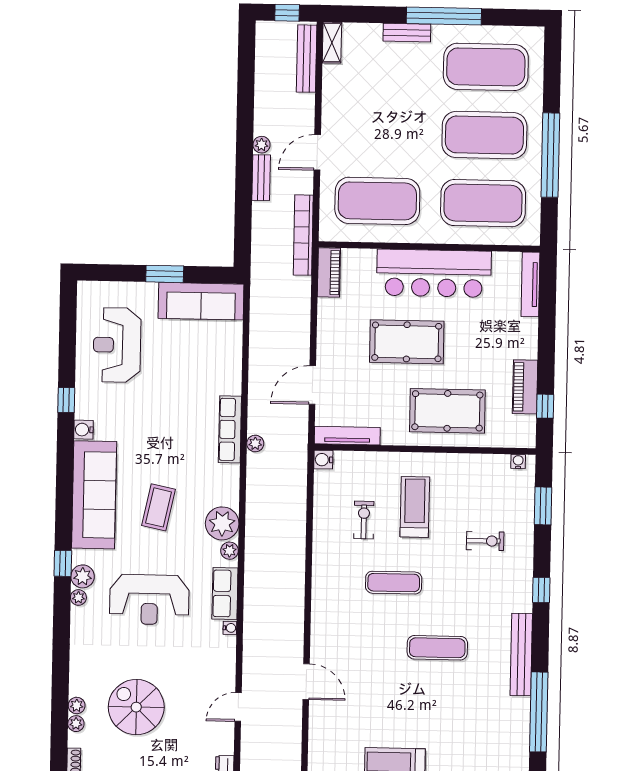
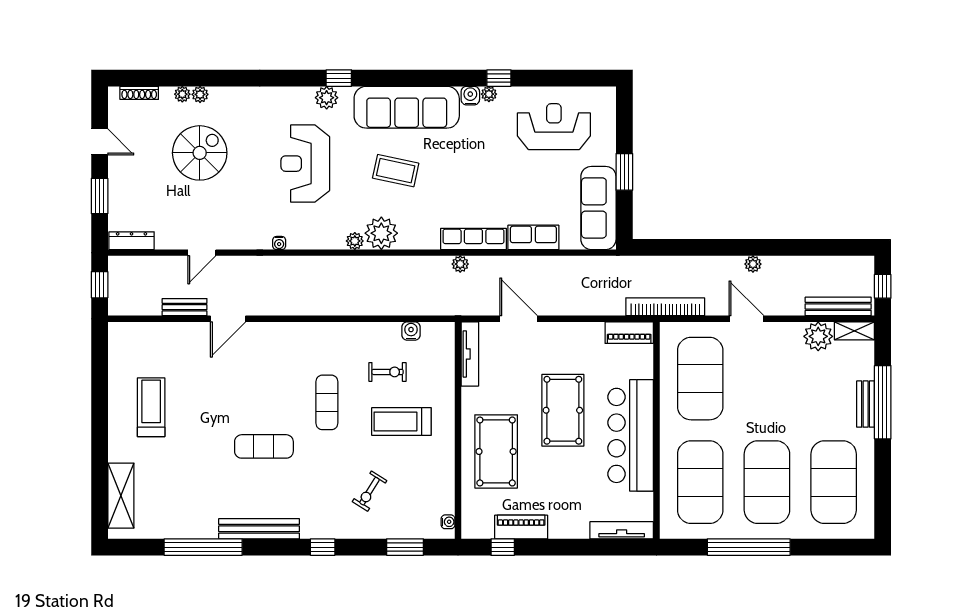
window: (444, 16) -> (883, 402), moved
plant: (337, 80) -> (818, 336), added
bench: (261, 178) -> (185, 307), moved
water cooler: (323, 460) -> (411, 331), moved
treadmill: (415, 507) -> (401, 422), turned 180
exercise bike: (485, 541) -> (370, 491), turned 32
row of seats: (225, 593) -> (533, 237), moved
plant: (78, 597) -> (489, 94), moved
exercise mat: (437, 648) -> (264, 446), turned 90
door: (238, 707) -> (202, 253), swing flipped

